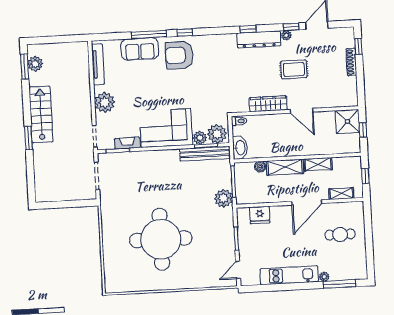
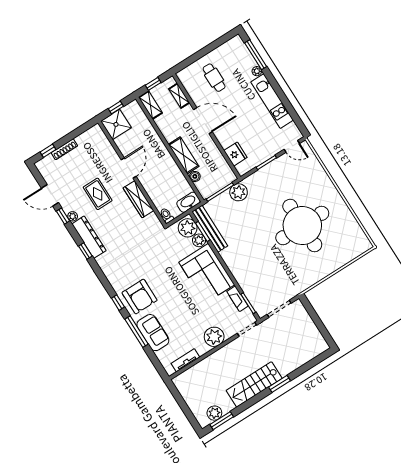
tv unit: (98, 64) -> (185, 360), width x0.71
shelving: (318, 164) -> (150, 105), moved

